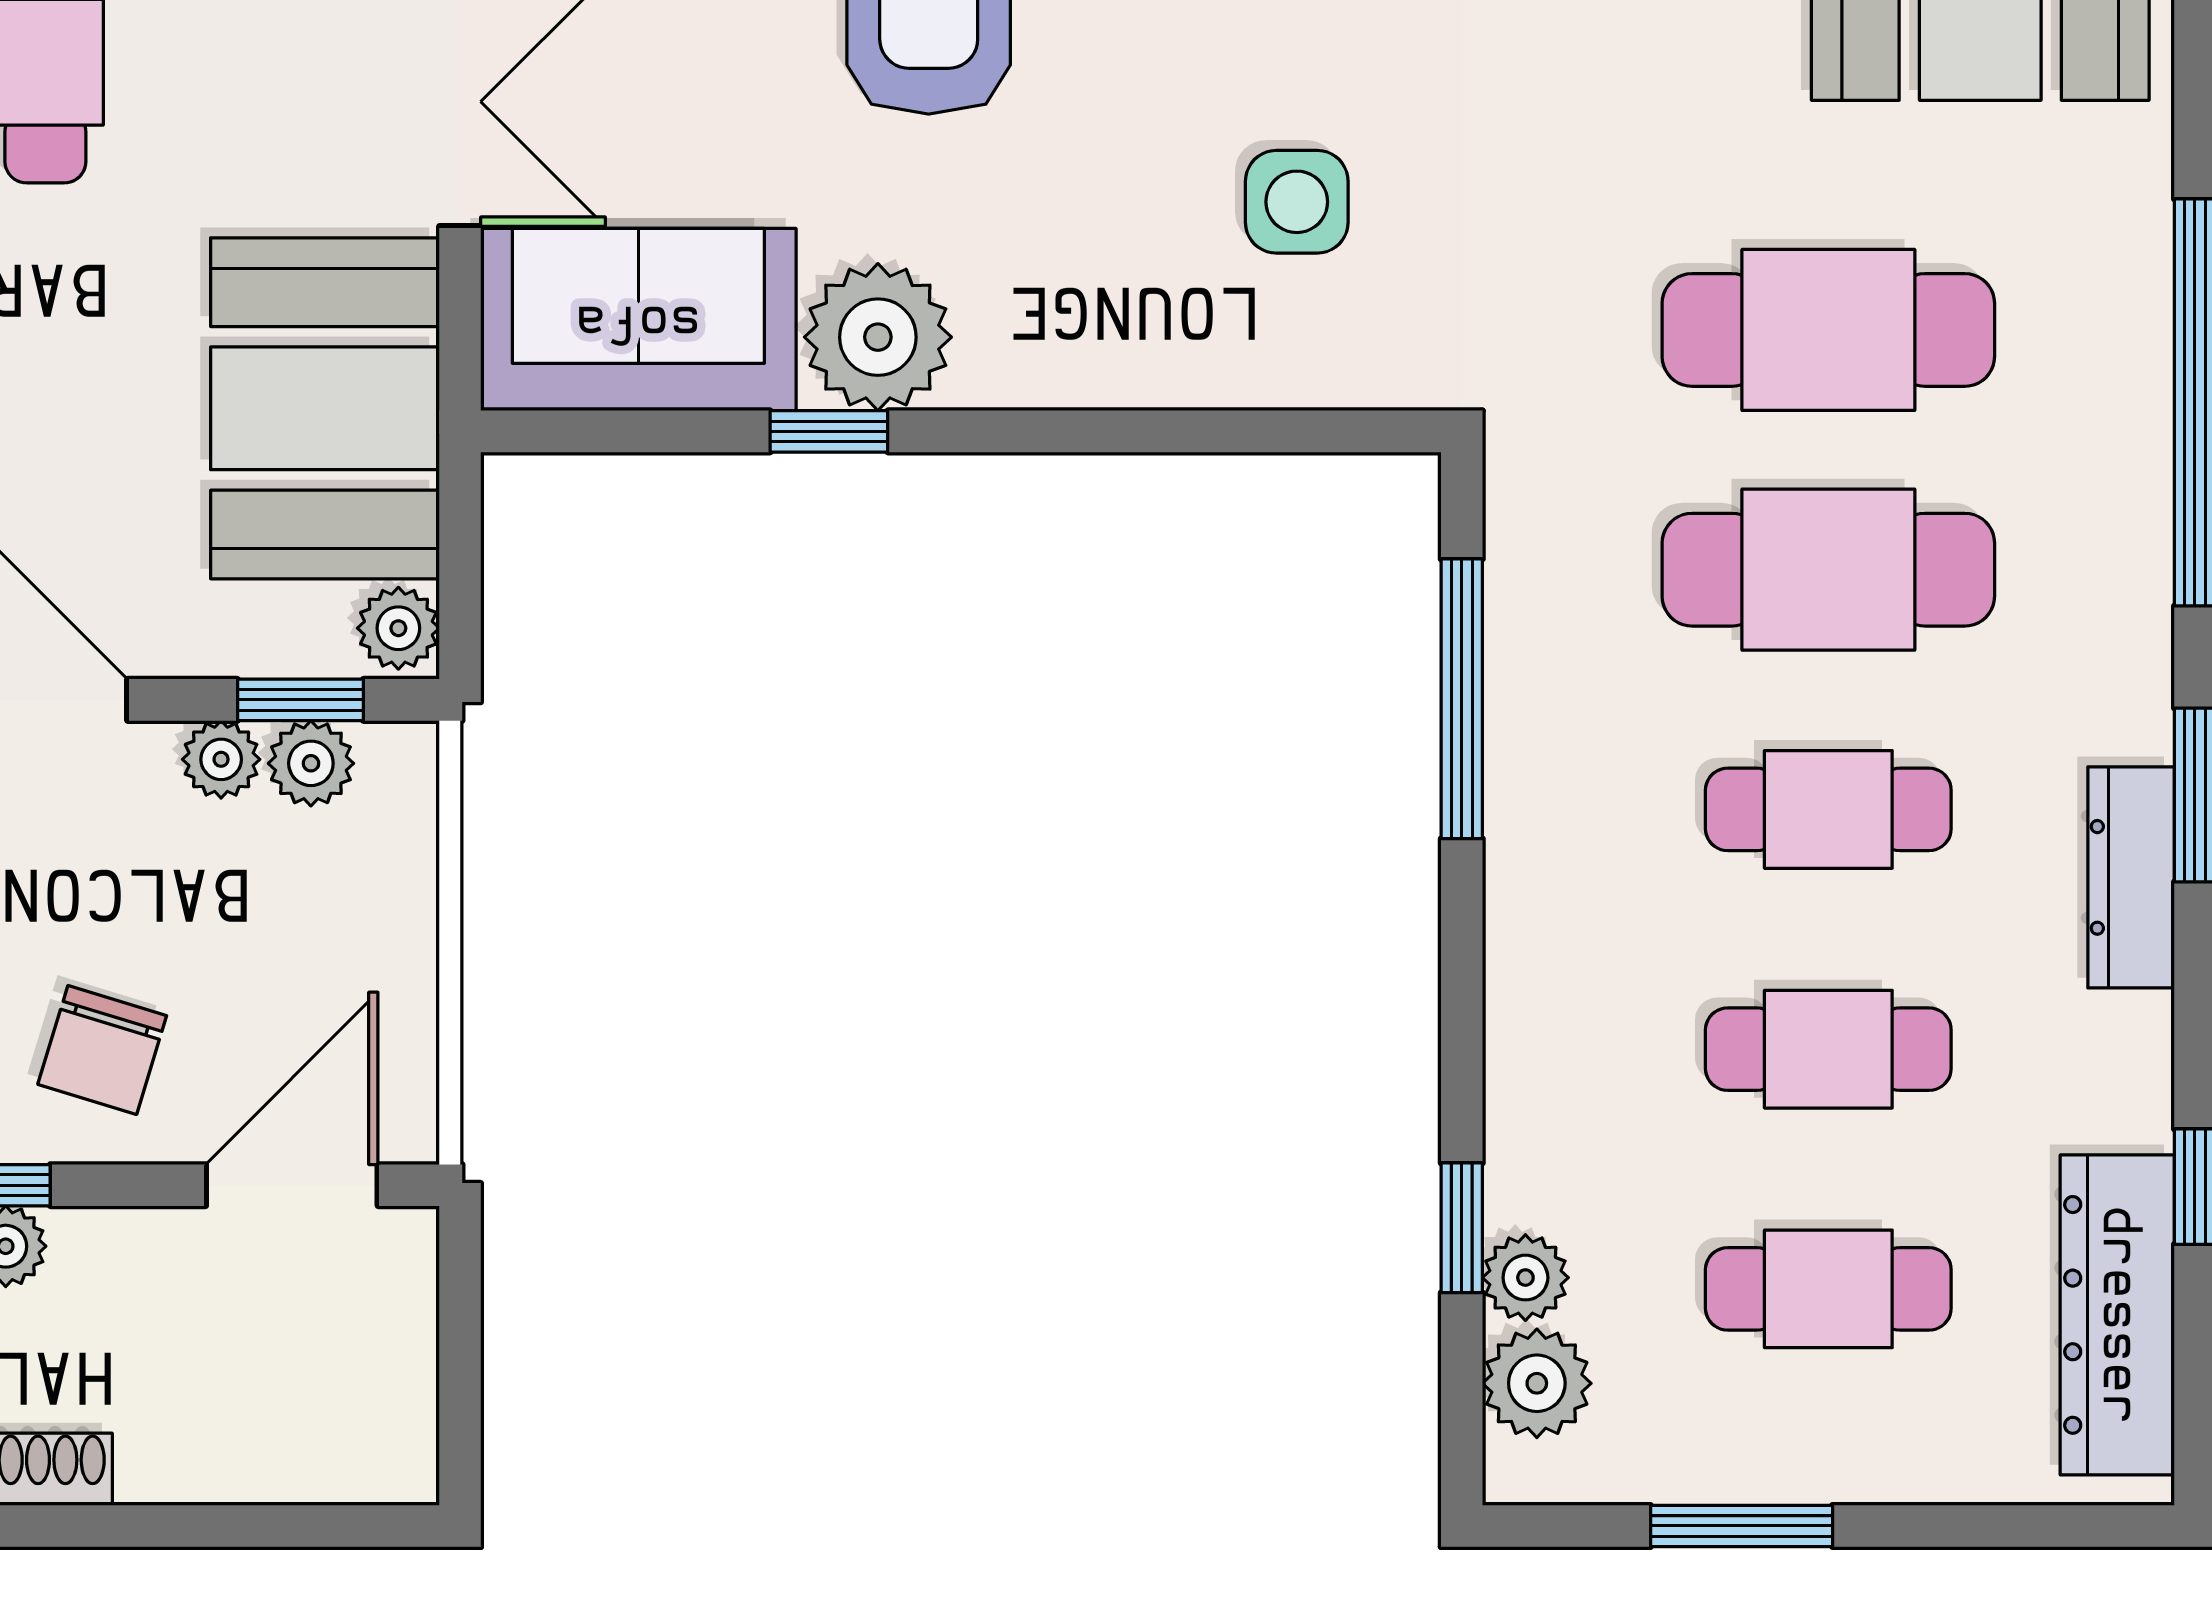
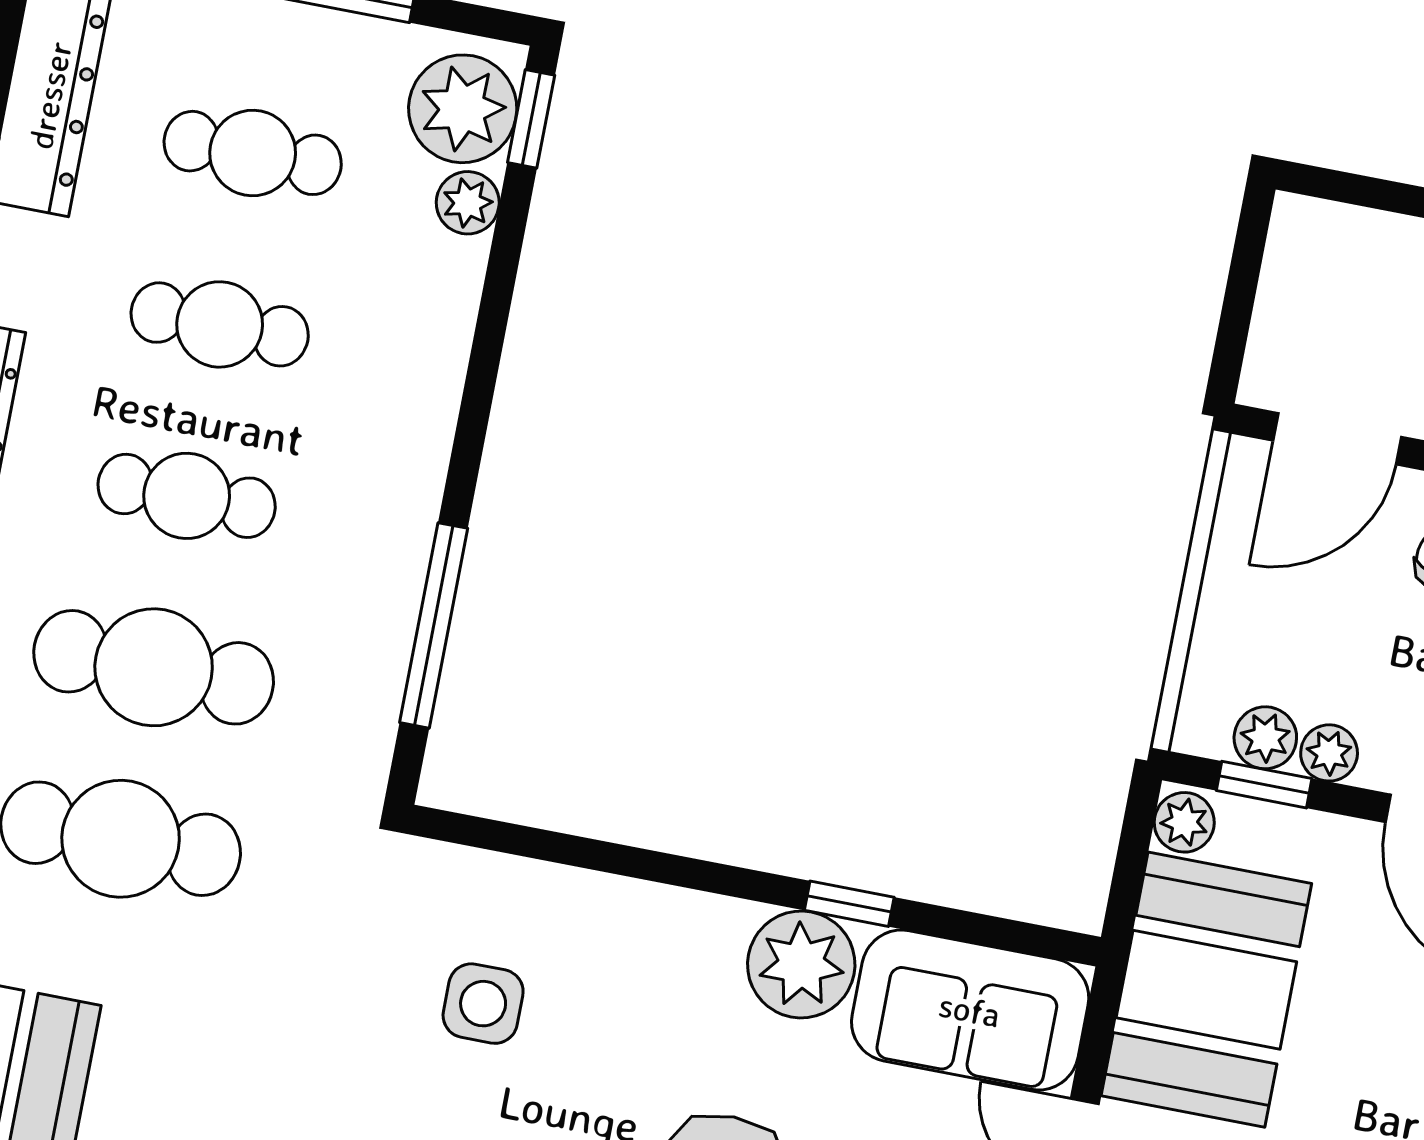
window: (1462, 1228) -> (531, 119), moved
plant: (1537, 1383) -> (463, 109), width x1.36, depth x1.36

